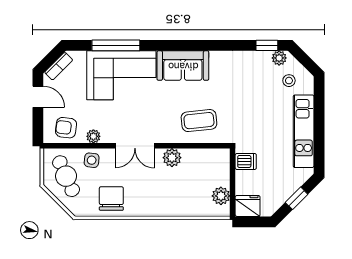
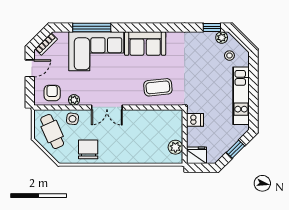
door: (38, 97) -> (30, 68), hinge flipped
armchair: (66, 128) -> (52, 93), turned 83
plant: (172, 158) -> (136, 117), removed

